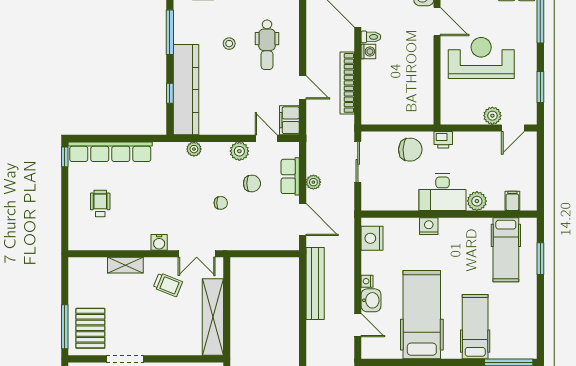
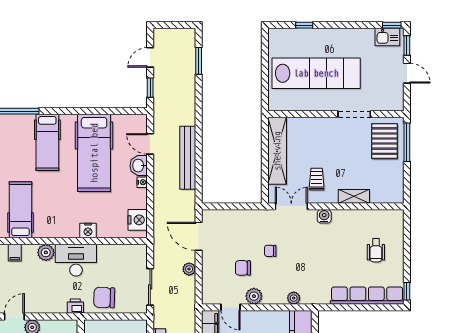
row of seats: (290, 176) -> (209, 274), removed
bench: (315, 284) -> (188, 158), moved
trolley: (168, 285) -> (317, 179), turned 68

